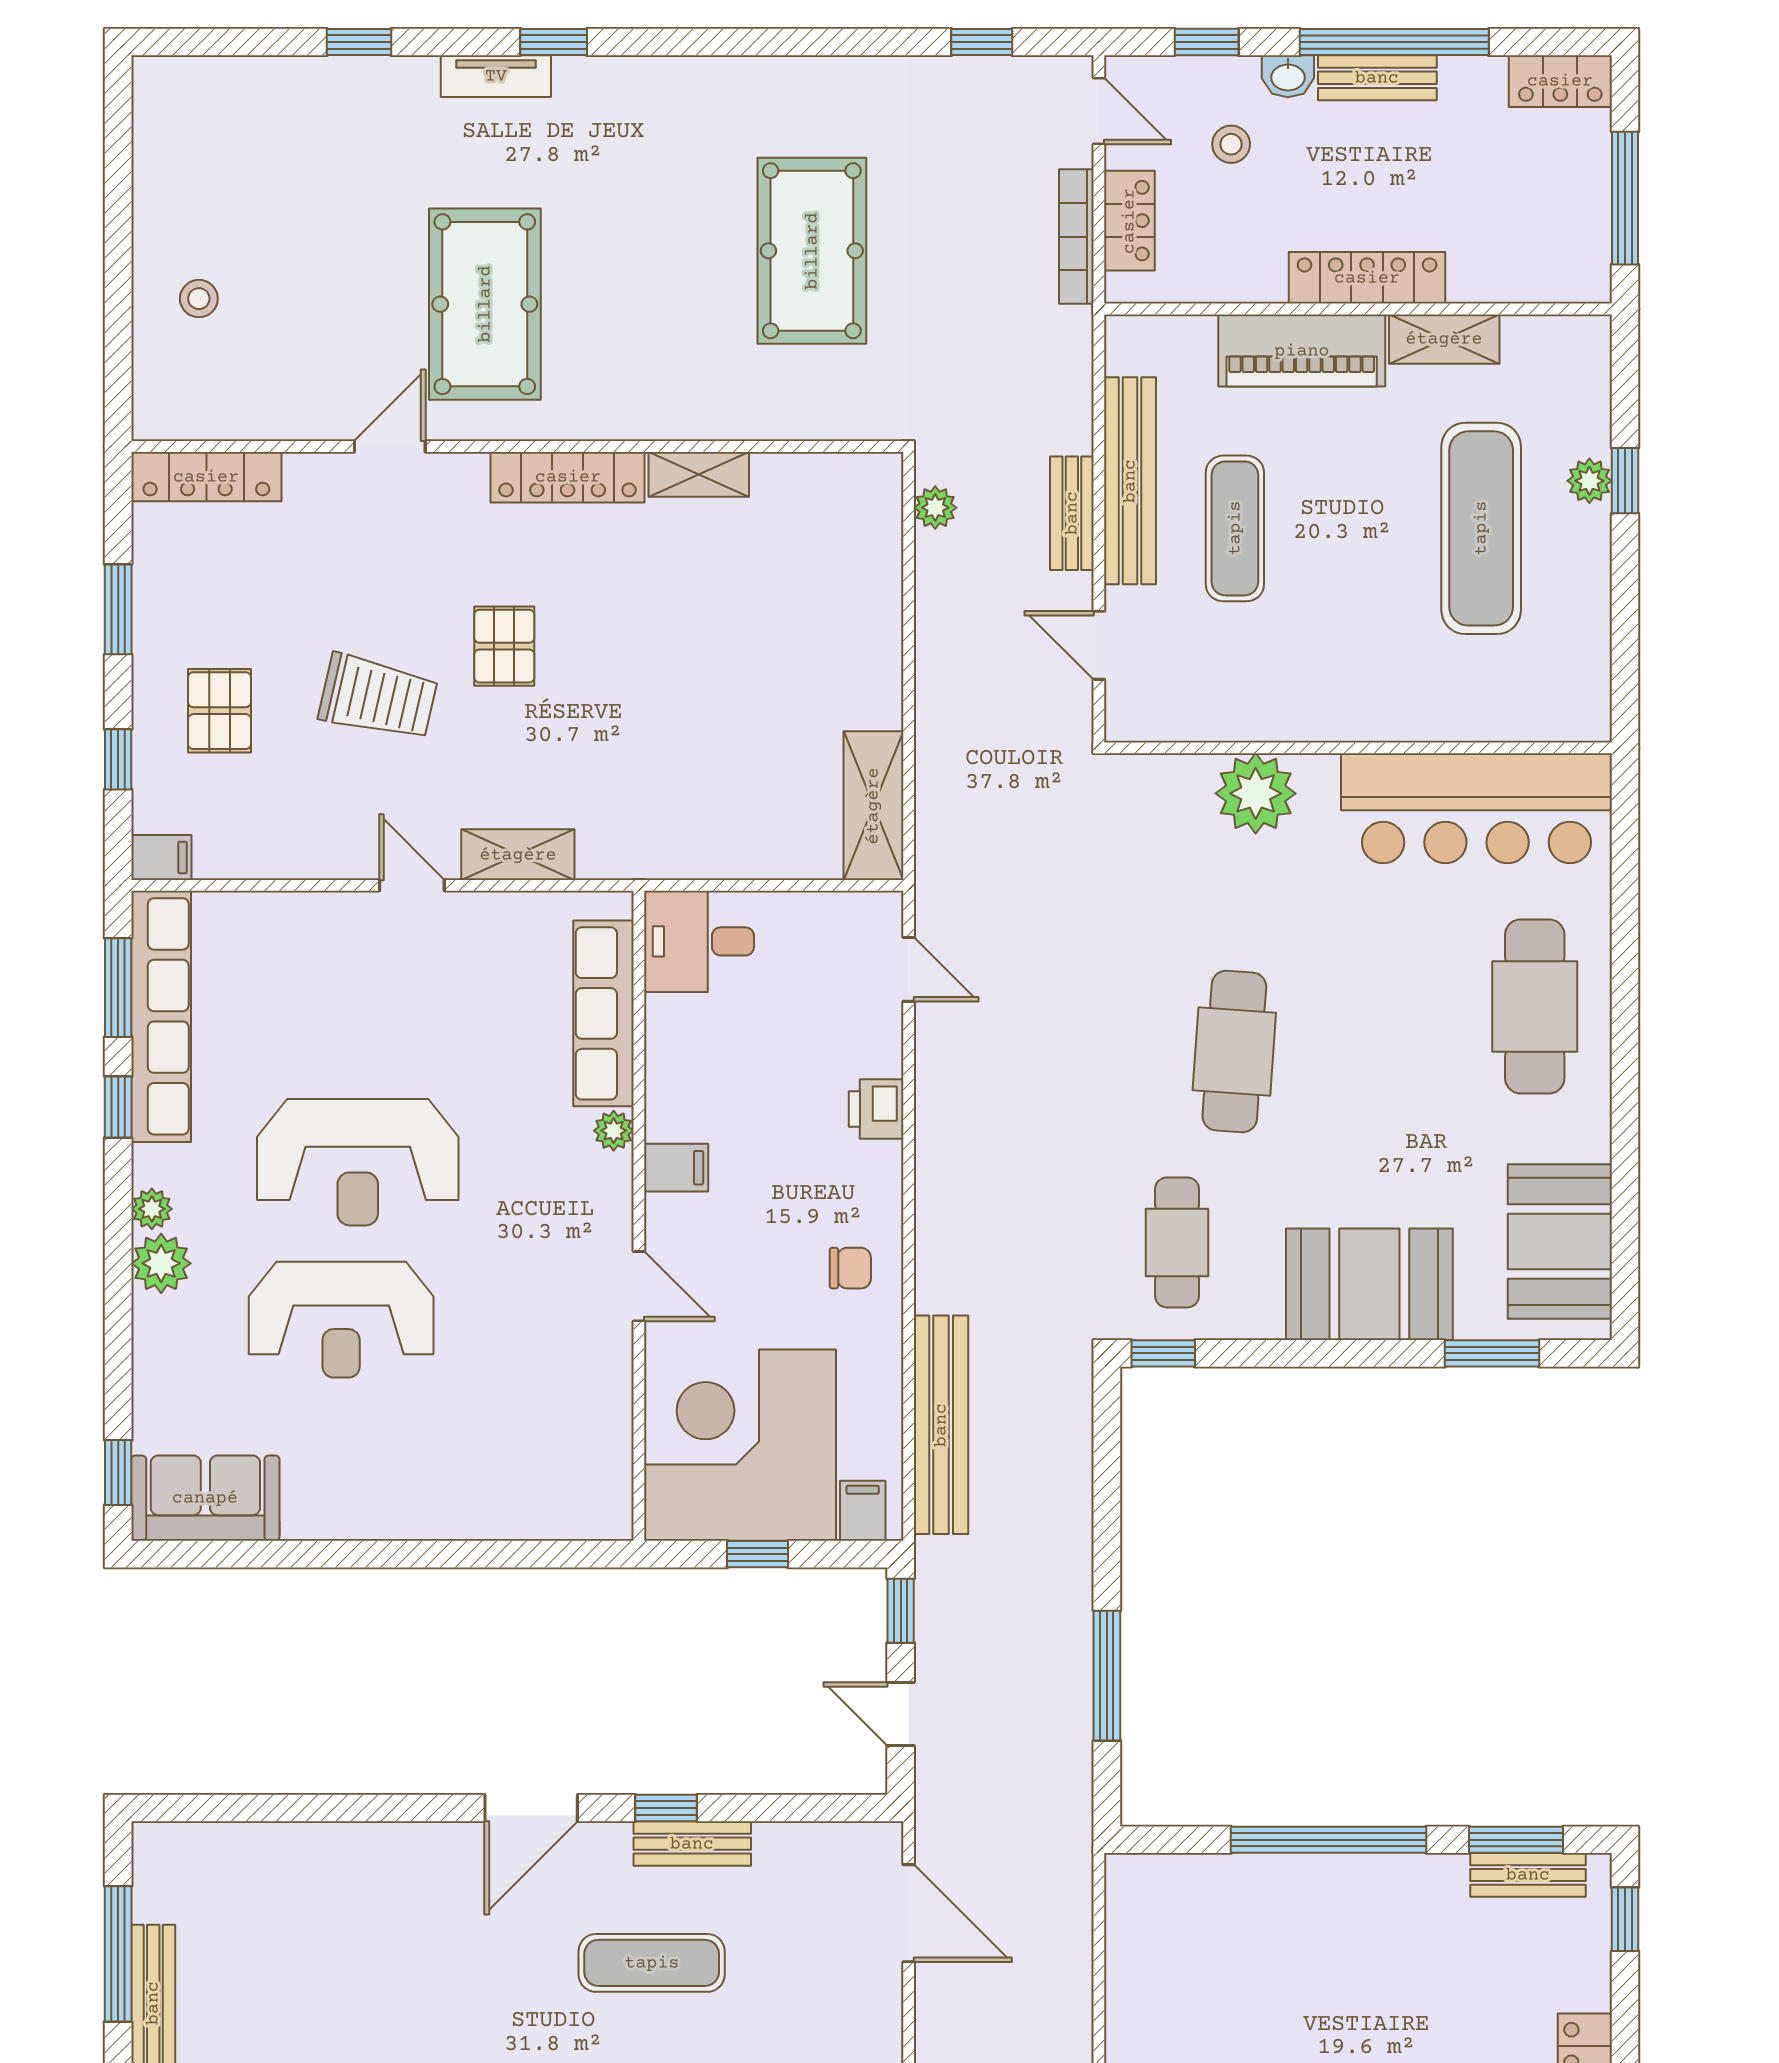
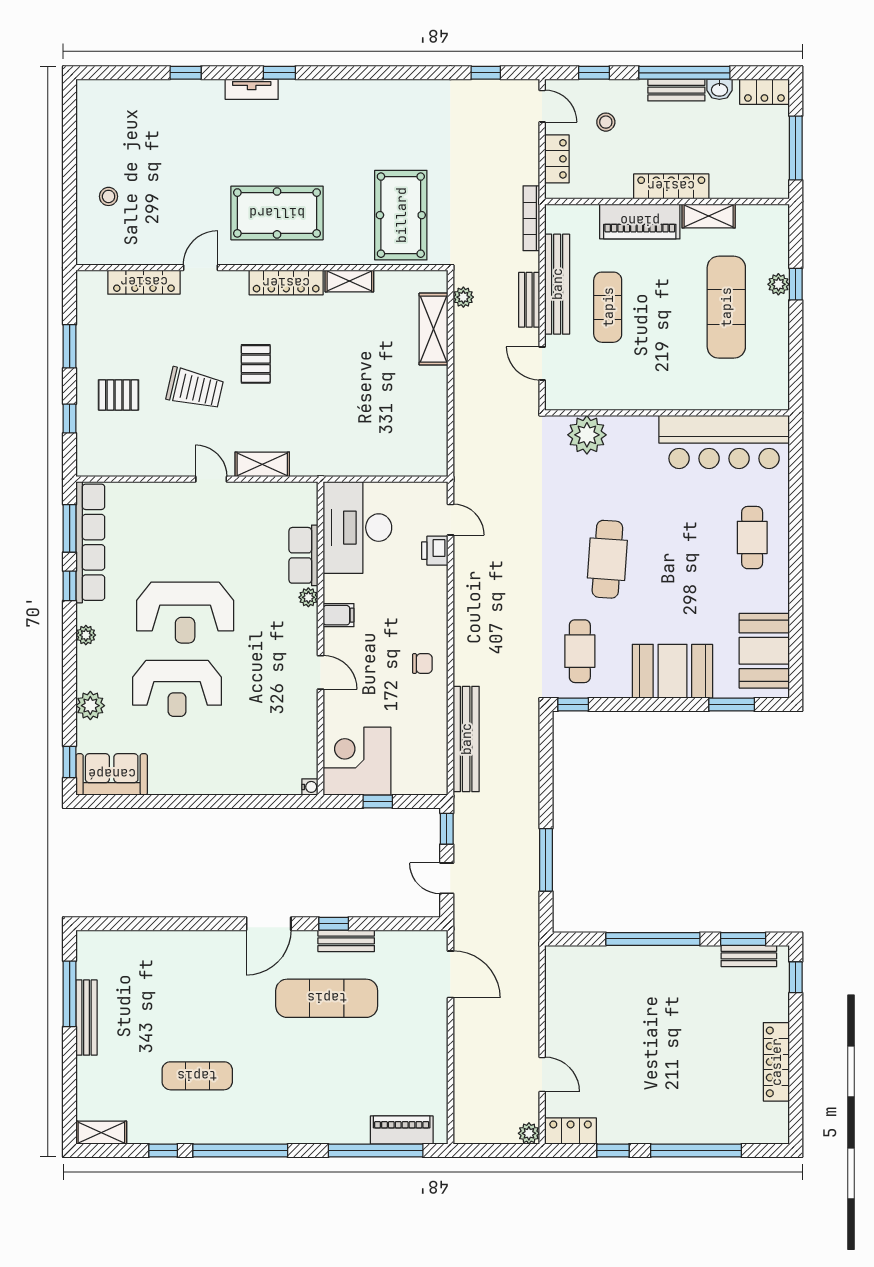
washbasin: (1288, 76) -> (719, 89), moved
bookcase: (1076, 237) -> (531, 218), moved
pool table: (812, 251) -> (401, 215), moved
pool table: (485, 304) -> (277, 213), moved, turned 90
locker: (206, 477) -> (144, 282), moved
pallet: (220, 711) -> (118, 395), turned 90
plant: (1256, 793) -> (587, 435), moved
shelving: (873, 806) -> (434, 329), moved
filing cabinet: (161, 857) -> (90, 466), removed
desk: (699, 941) -> (357, 528), width x1.87, depth x1.30
cafe table: (1535, 1006) -> (752, 538), width x0.73, depth x0.74
row of seats: (604, 1013) -> (303, 555), width x0.68
printer: (876, 1109) -> (435, 551), moved
plant: (161, 1263) -> (90, 706), moved
corner desk: (740, 1445) -> (357, 761), width x0.74, depth x0.74
filing cabinet: (863, 1511) -> (428, 781), removed
water cooler: (617, 1524) -> (310, 787), added
exercise mat: (652, 1963) -> (327, 998), width x1.36, depth x1.45

